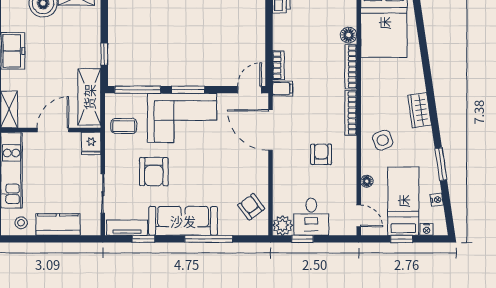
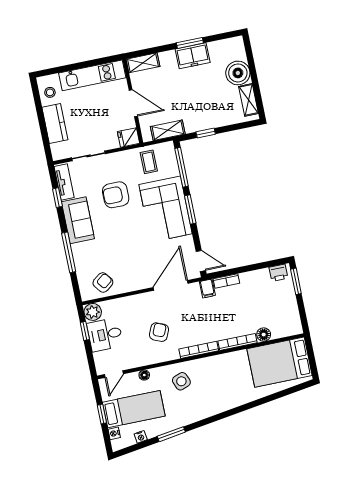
shelving: (89, 97) -> (168, 130), width x0.67, depth x0.75
wardrobe: (420, 110) -> (213, 407), removed
armchair: (321, 154) -> (159, 332), turned -67
sofa: (183, 221) -> (78, 220), width x0.73

